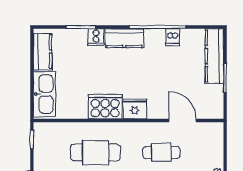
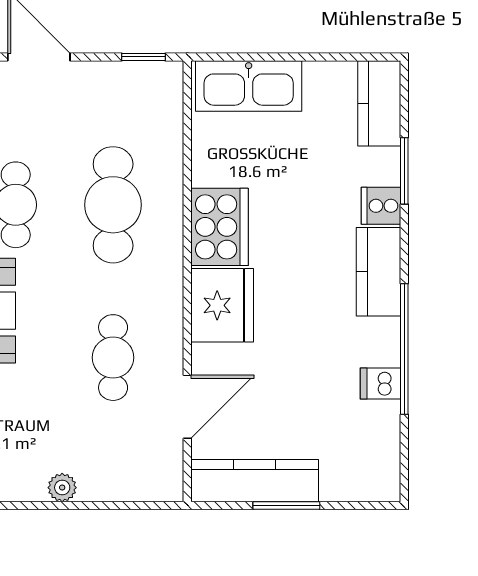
kitchen counter: (43, 52) -> (379, 103), moved, turned 90
kitchen counter: (214, 56) -> (255, 481), moved
fridge: (135, 109) -> (222, 305), width x1.36, depth x1.34

